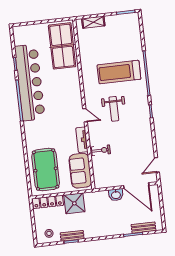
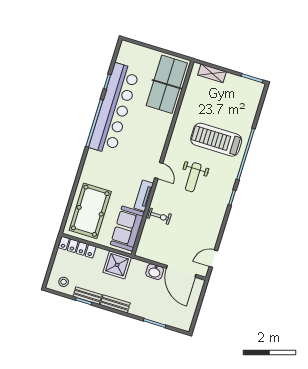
shower: (74, 203) -> (117, 265), moved
bench: (144, 228) -> (115, 304), moved

